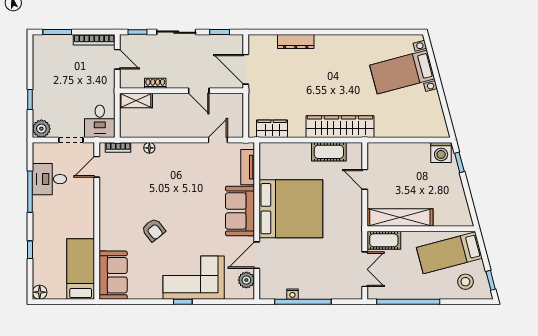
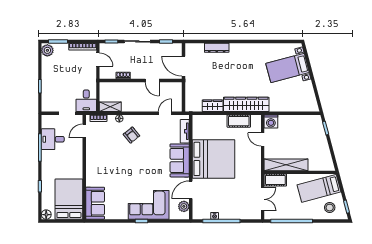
shelving: (136, 101) -> (110, 107), moved
plant: (41, 129) -> (47, 50), moved
wardrobe: (272, 129) -> (213, 106), moved
washing machine: (441, 152) -> (271, 122), moved
armchair: (154, 230) -> (131, 135), moved
bed: (81, 269) -> (69, 199), width x1.50

